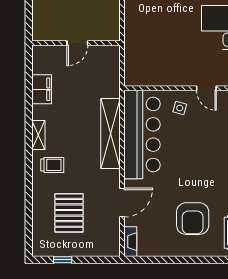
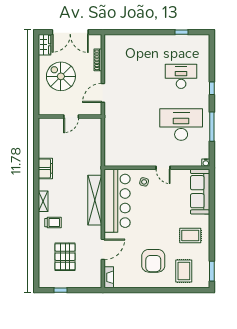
wall: (76, 43) -> (70, 117), moved
door: (77, 43) -> (71, 117), moved

